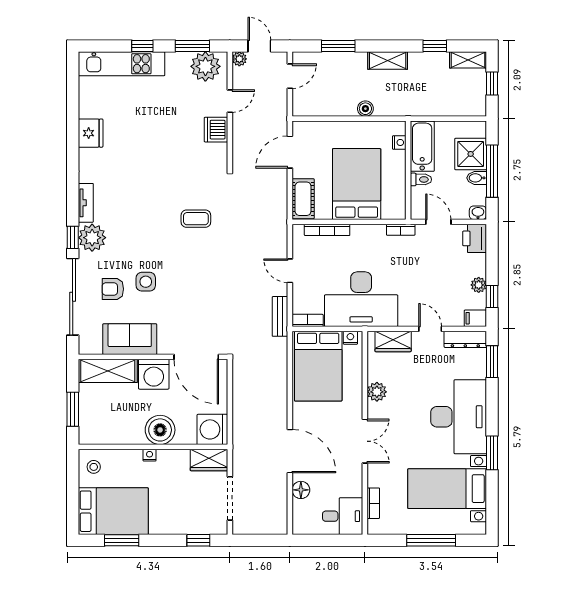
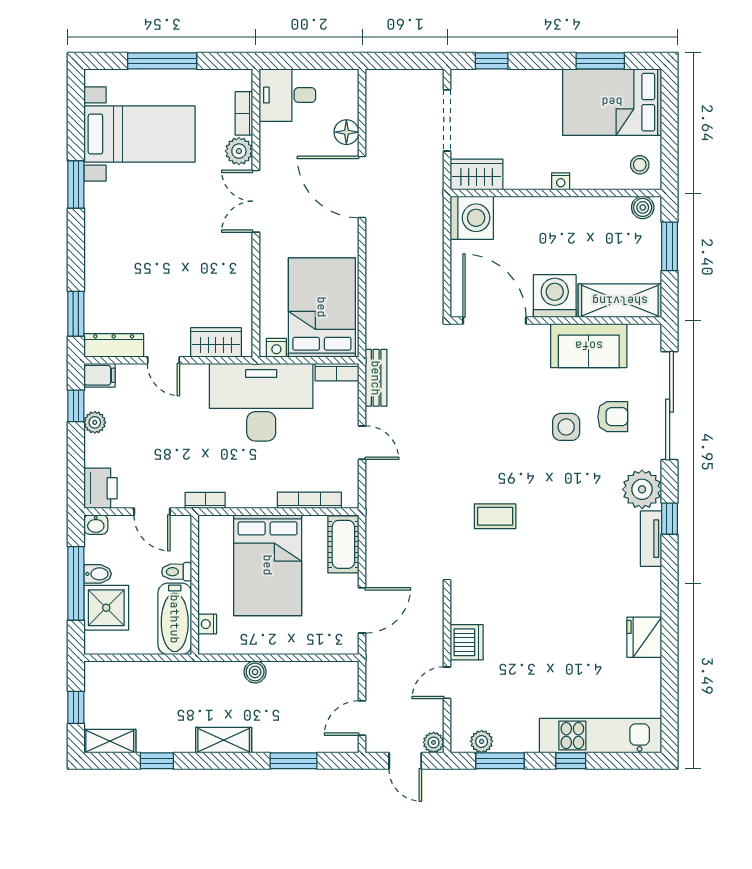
plant: (205, 66) -> (482, 741), width x0.53, depth x0.53
window: (73, 237) -> (670, 519), moved
plant: (377, 392) -> (239, 151), moved
desk: (459, 417) -> (123, 236), removed
boiler: (160, 430) -> (643, 207), moved, width x0.54, depth x0.54

